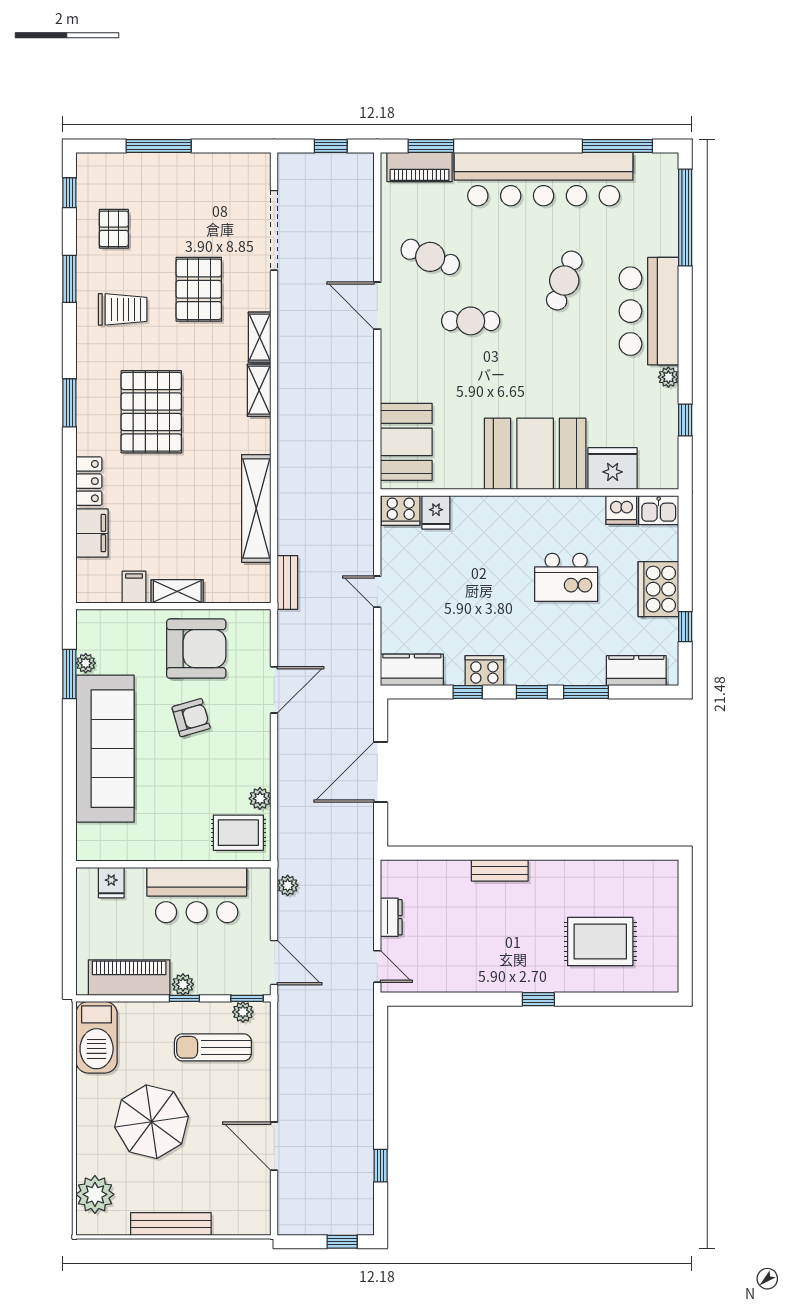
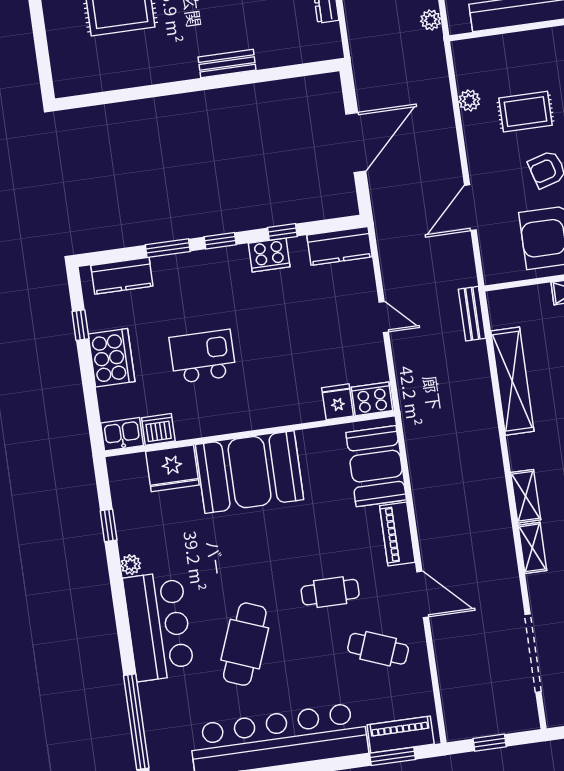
cafe table: (564, 281) -> (245, 644), width x1.37, depth x1.35
piano: (394, 370) -> (397, 534), added
rug: (238, 833) -> (526, 112), moved

